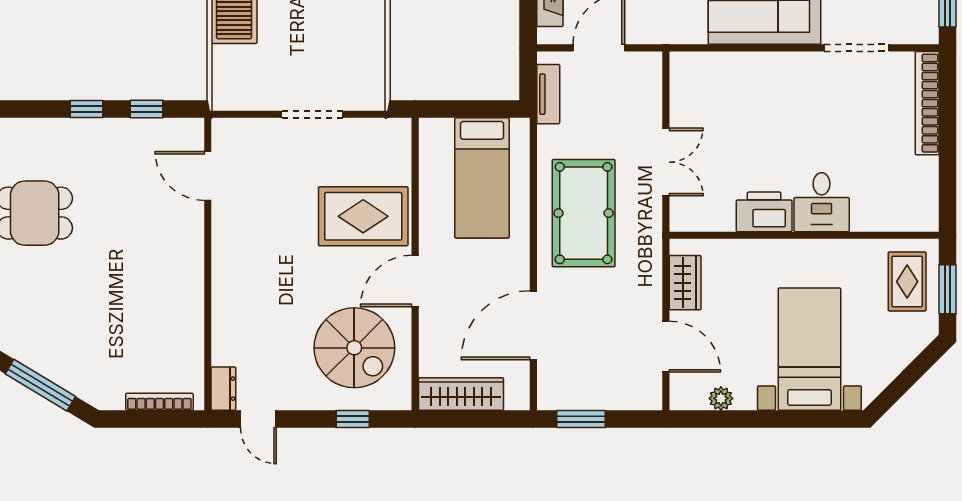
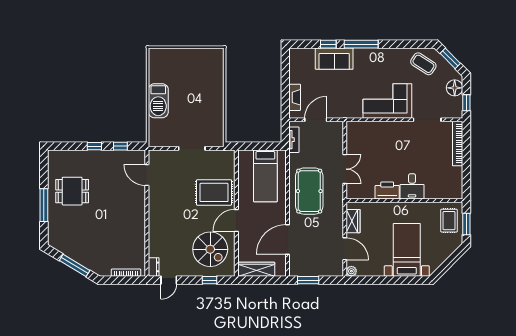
plant: (721, 398) -> (351, 271), moved
door: (258, 419) -> (169, 280), hinge flipped

